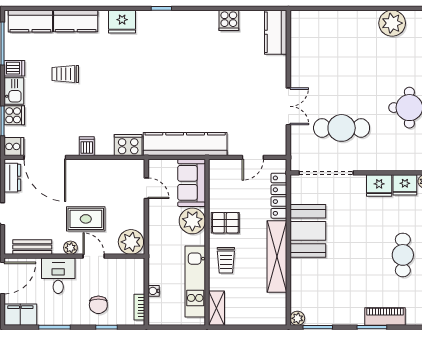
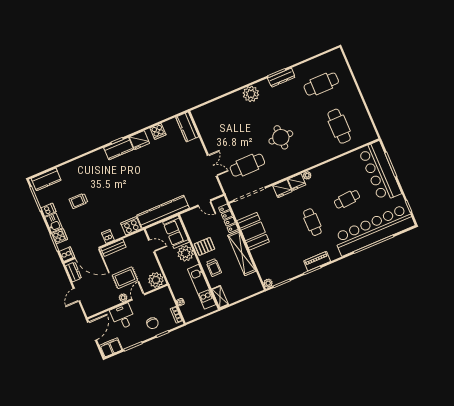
kitchen counter: (76, 21) -> (119, 149), moved
fridge: (122, 22) -> (139, 140), moved
door: (253, 157) -> (204, 203), hinge flipped
bench: (32, 247) -> (113, 248), moved
door: (94, 256) -> (138, 297), hinge flipped

